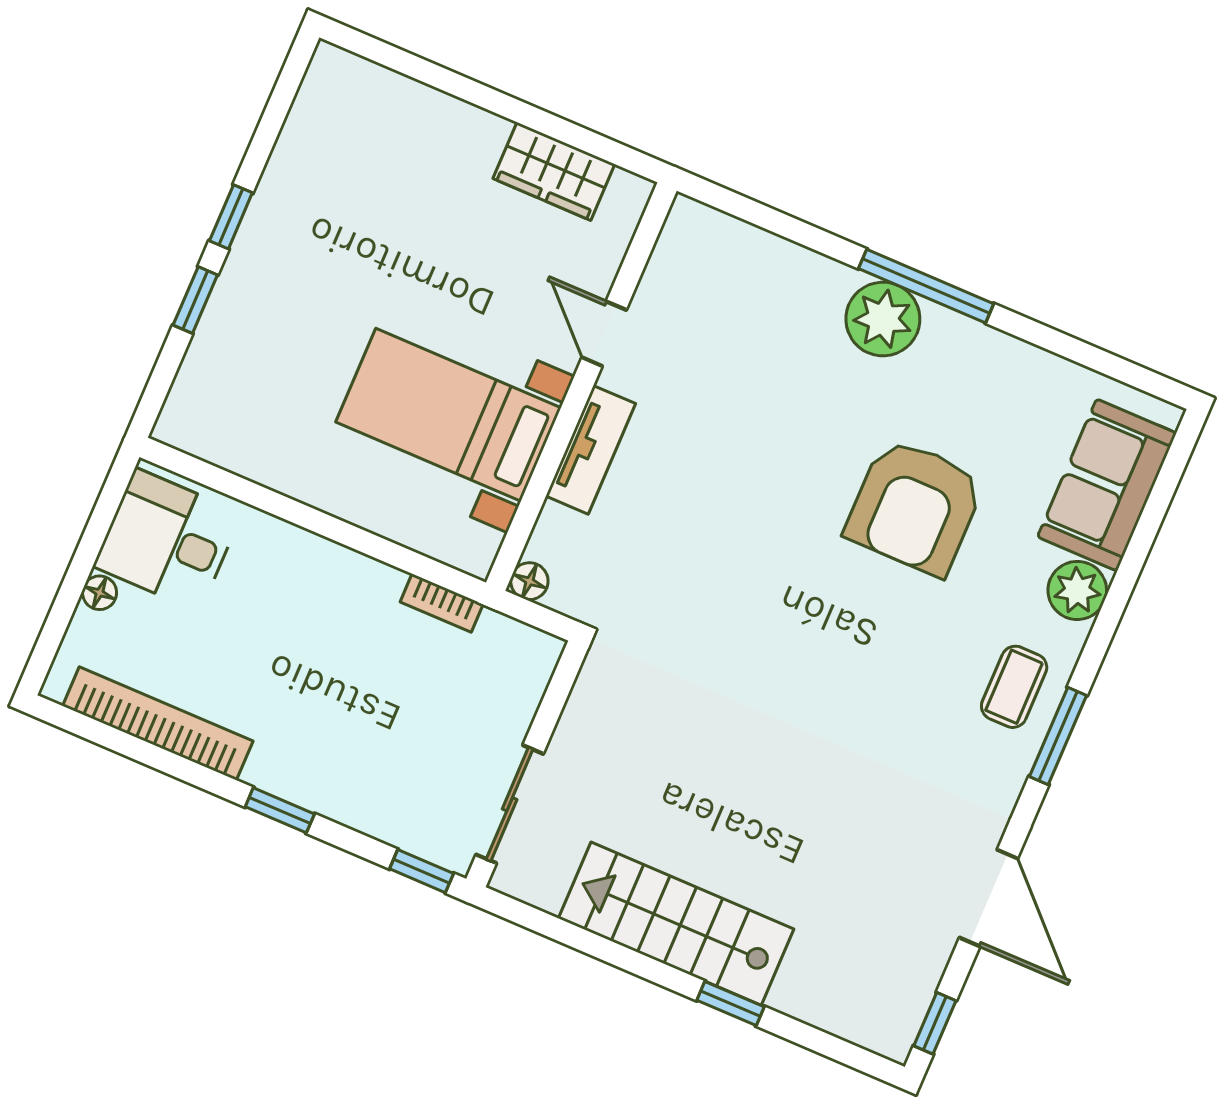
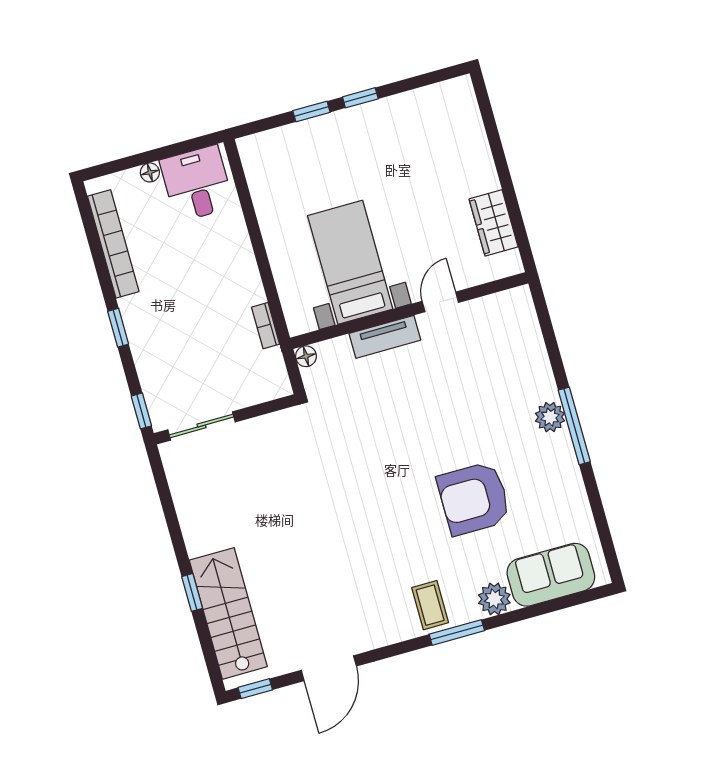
plant: (883, 319) -> (550, 417), width x0.73, depth x0.73
coffee table: (1014, 687) -> (430, 605), turned 90
window: (1058, 736) -> (457, 632), moved
stairs: (676, 924) -> (228, 613), moved

